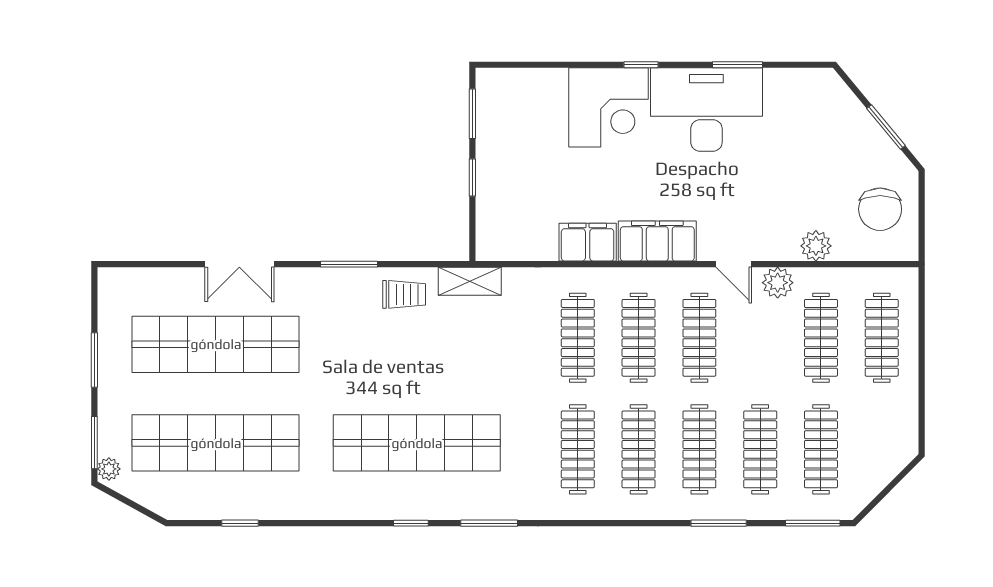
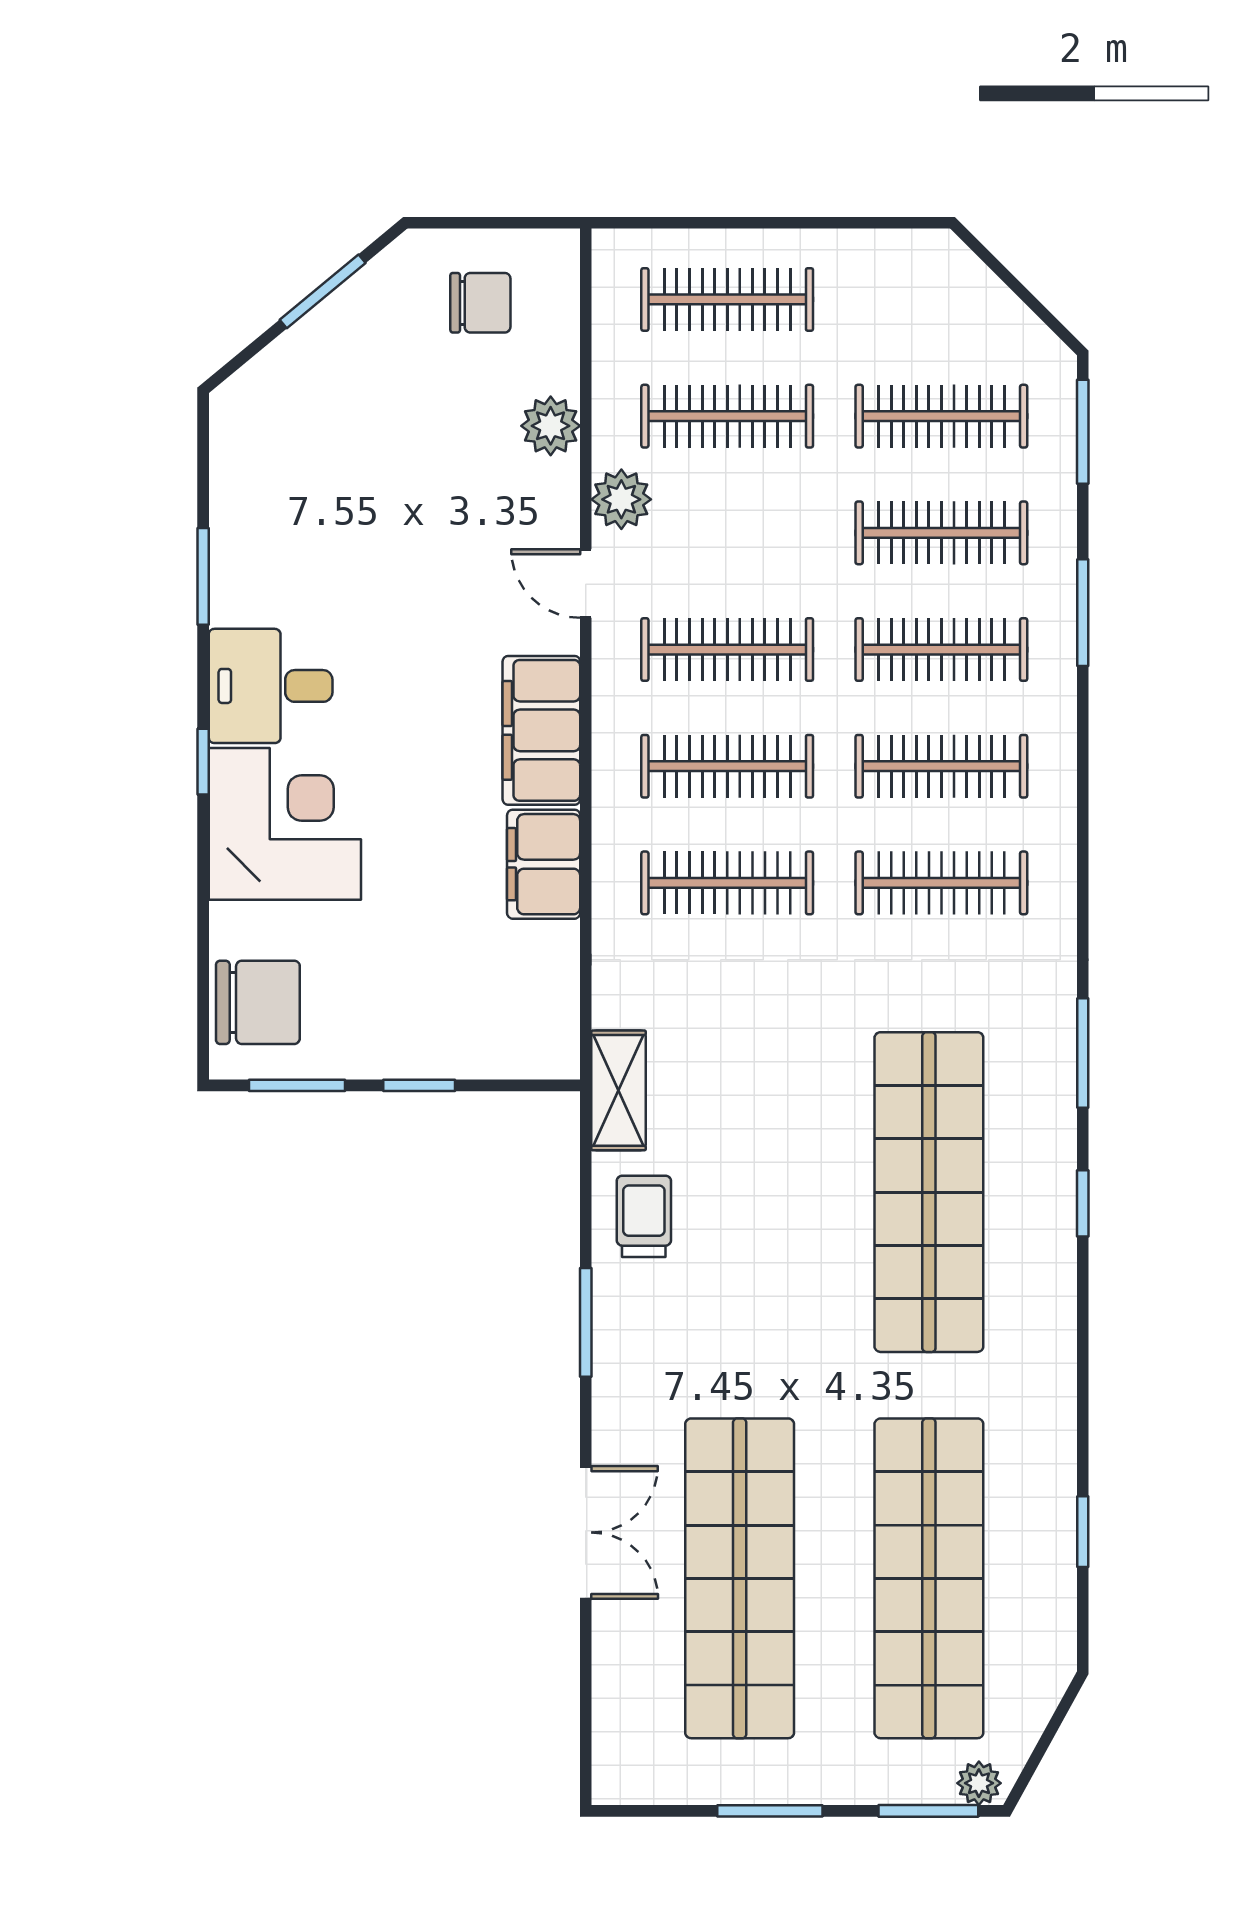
chair: (516, 93) -> (258, 1002), added
desk: (706, 110) -> (271, 686), width x0.53, depth x0.77
chair: (880, 209) -> (480, 303), width x0.73, depth x0.73
door: (734, 264) -> (586, 584), swing flipped

